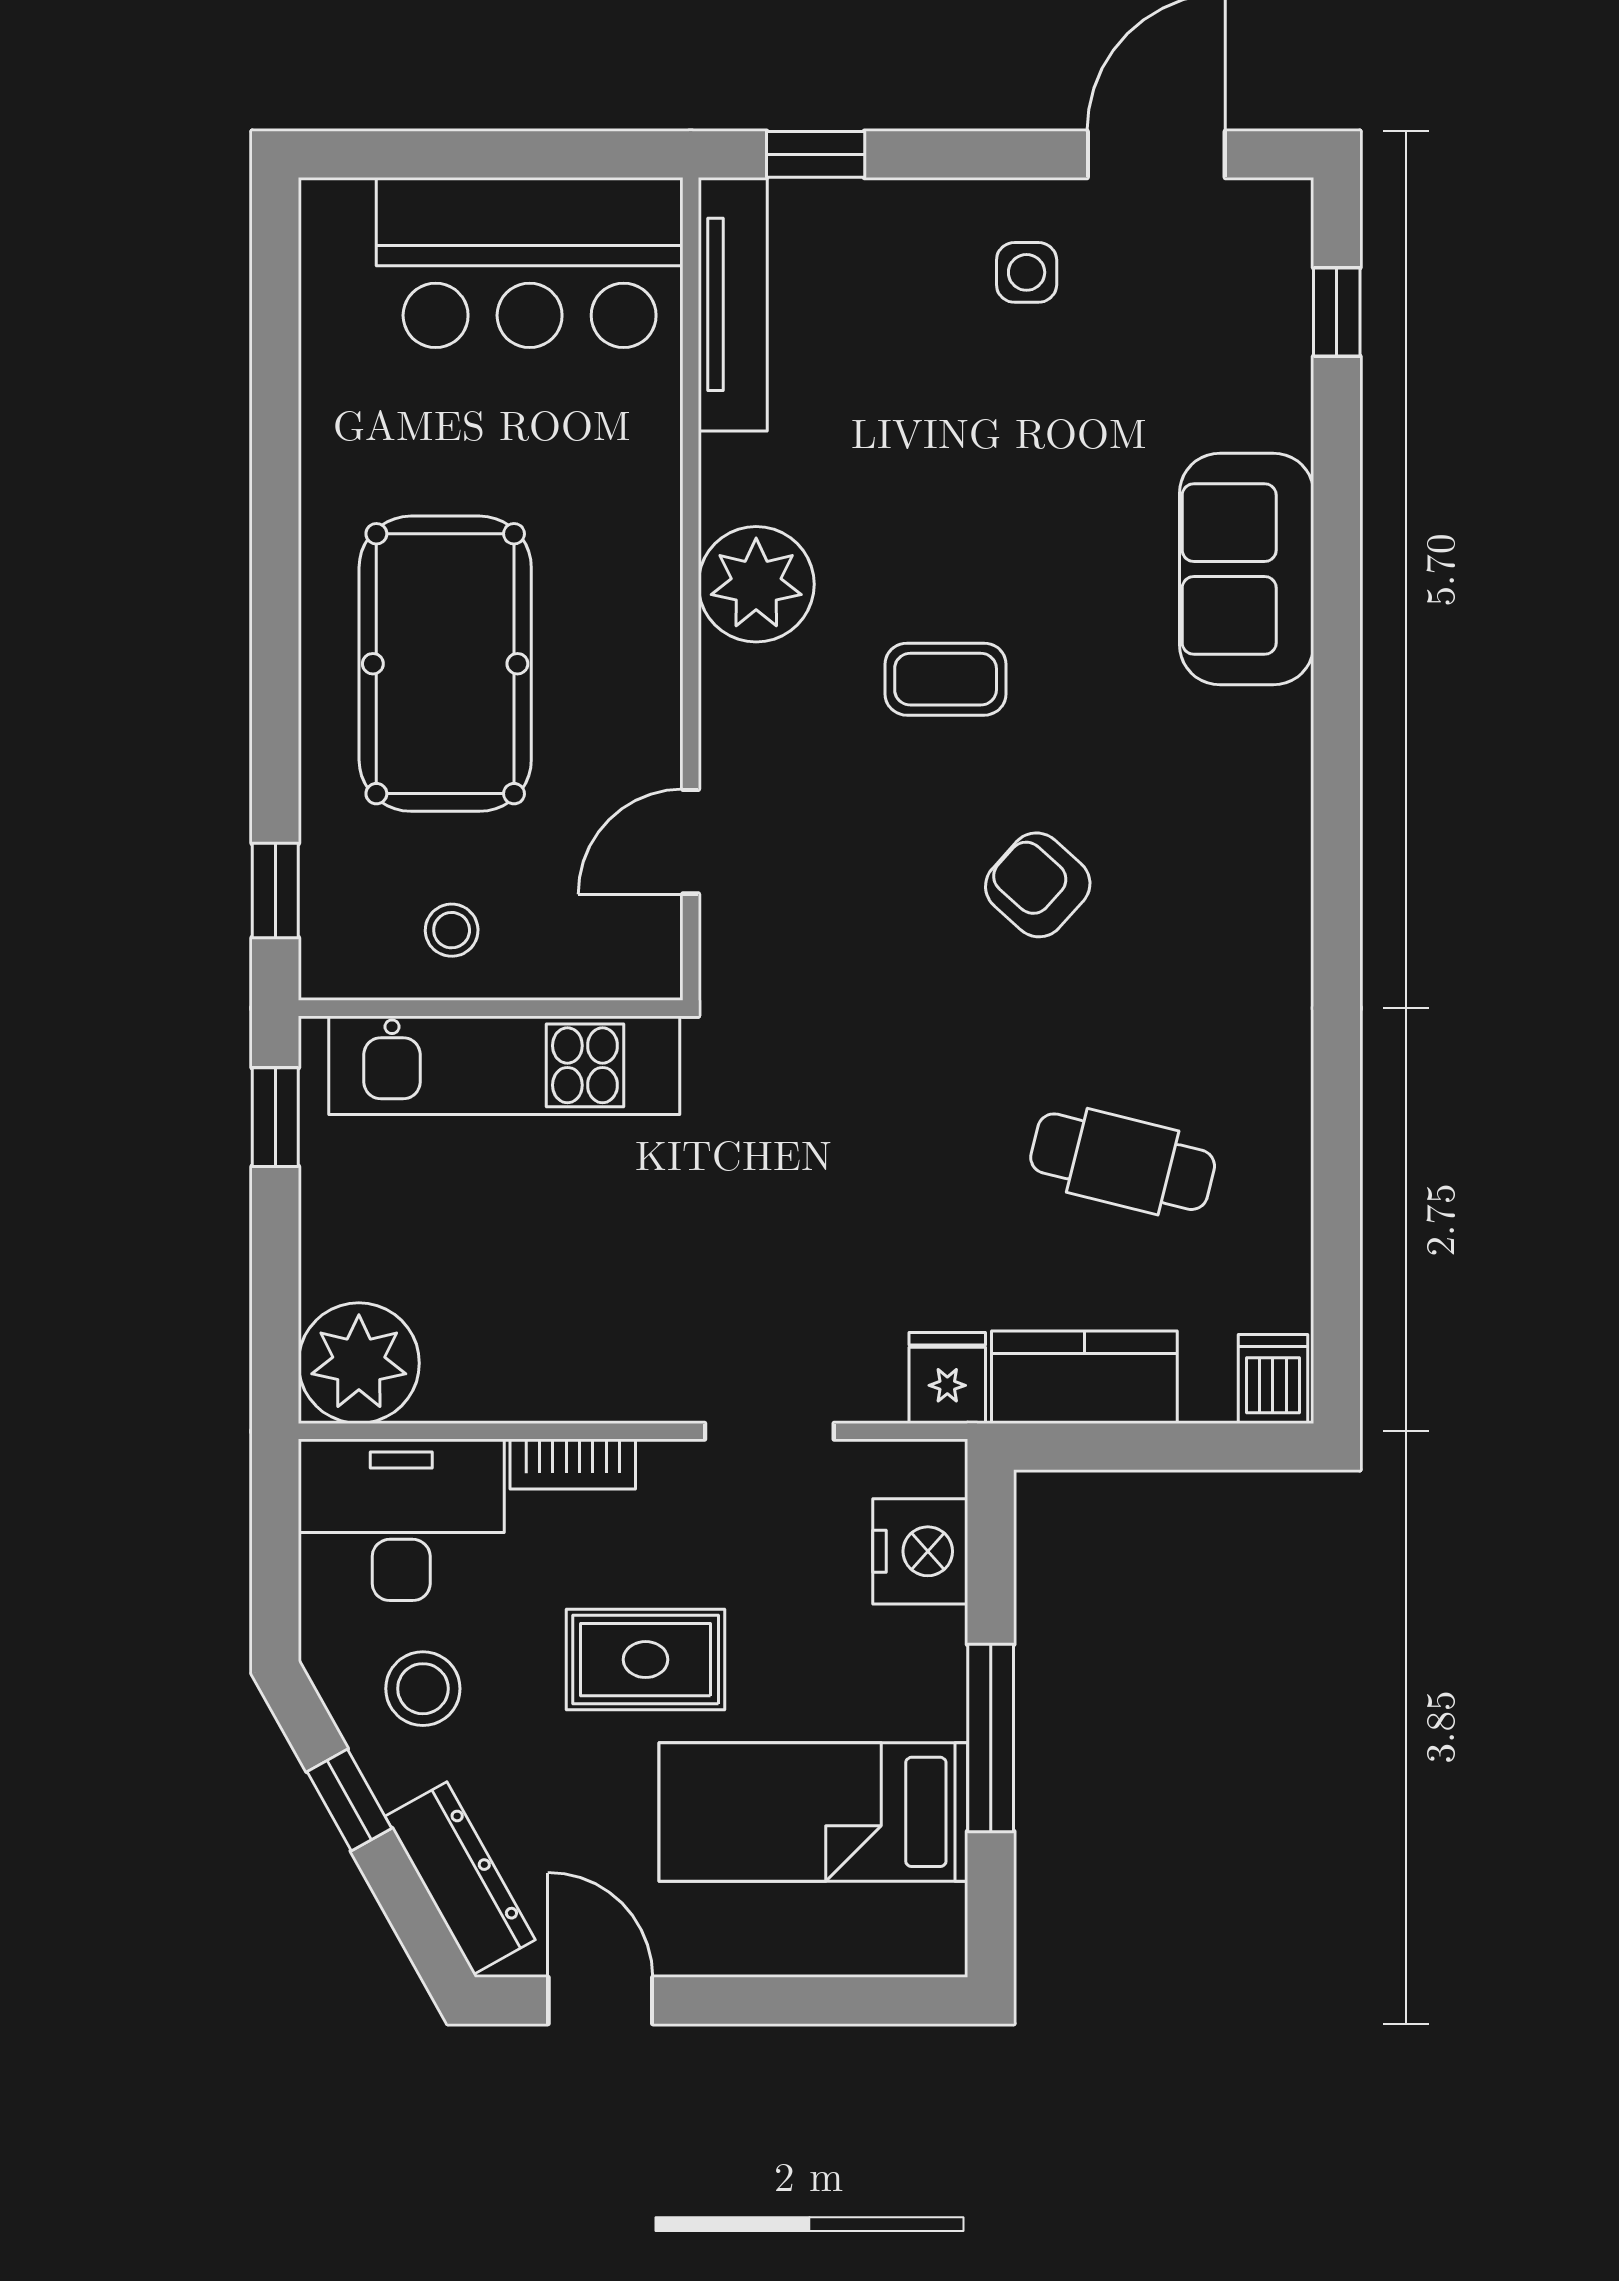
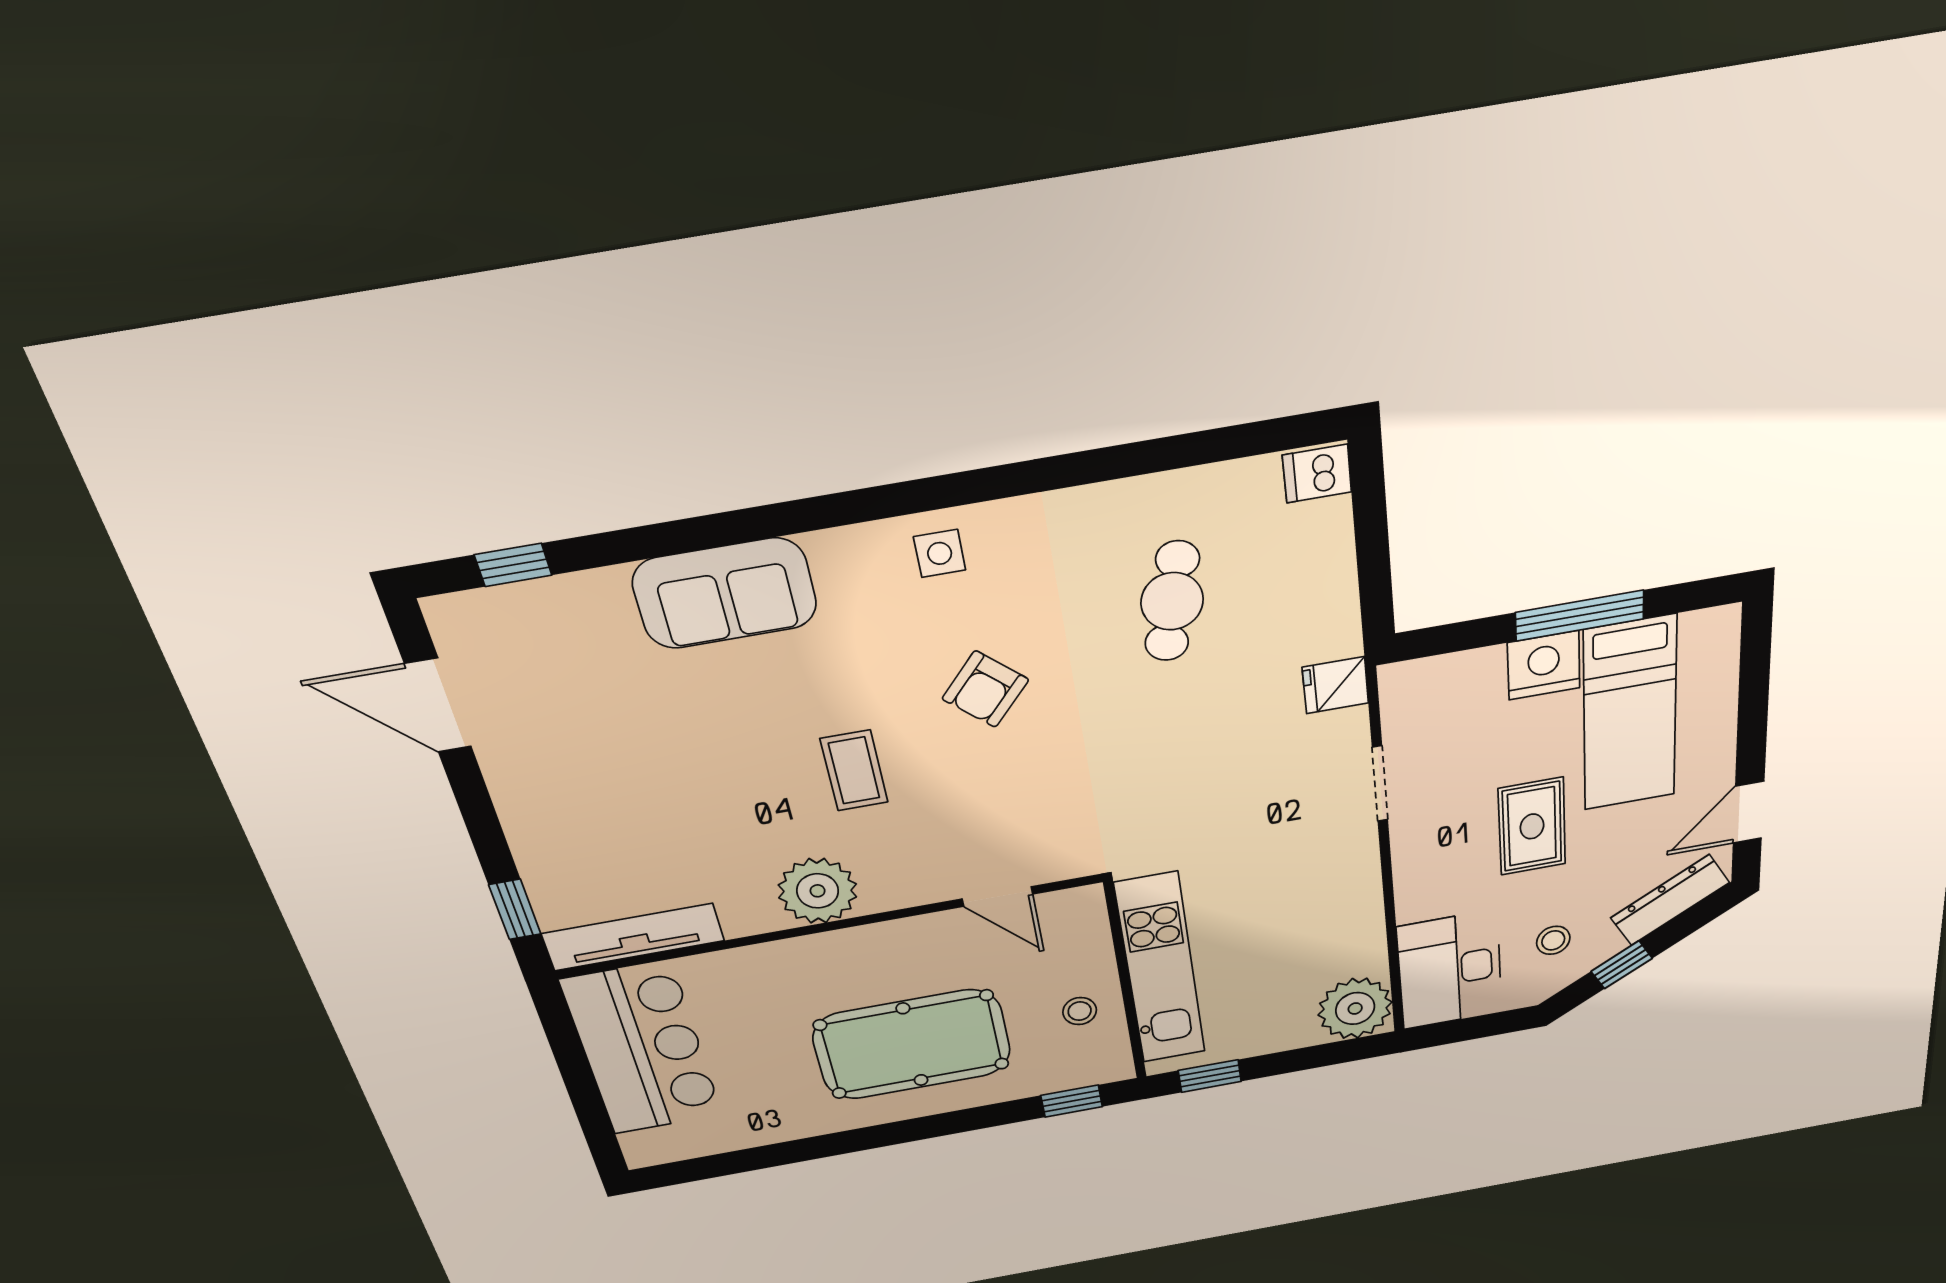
side table: (1027, 272) -> (940, 553), moved
kitchen counter: (1084, 1377) -> (1327, 600), removed
bookcase: (573, 1464) -> (1409, 888), removed
nightstand: (920, 1551) -> (1544, 665), moved
stool: (423, 1689) -> (1553, 940), width x0.73, depth x0.73

